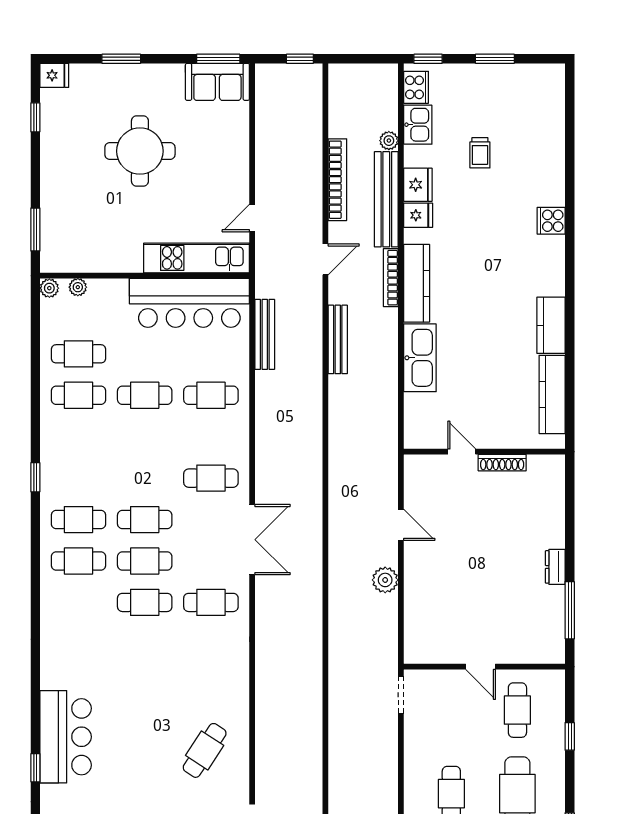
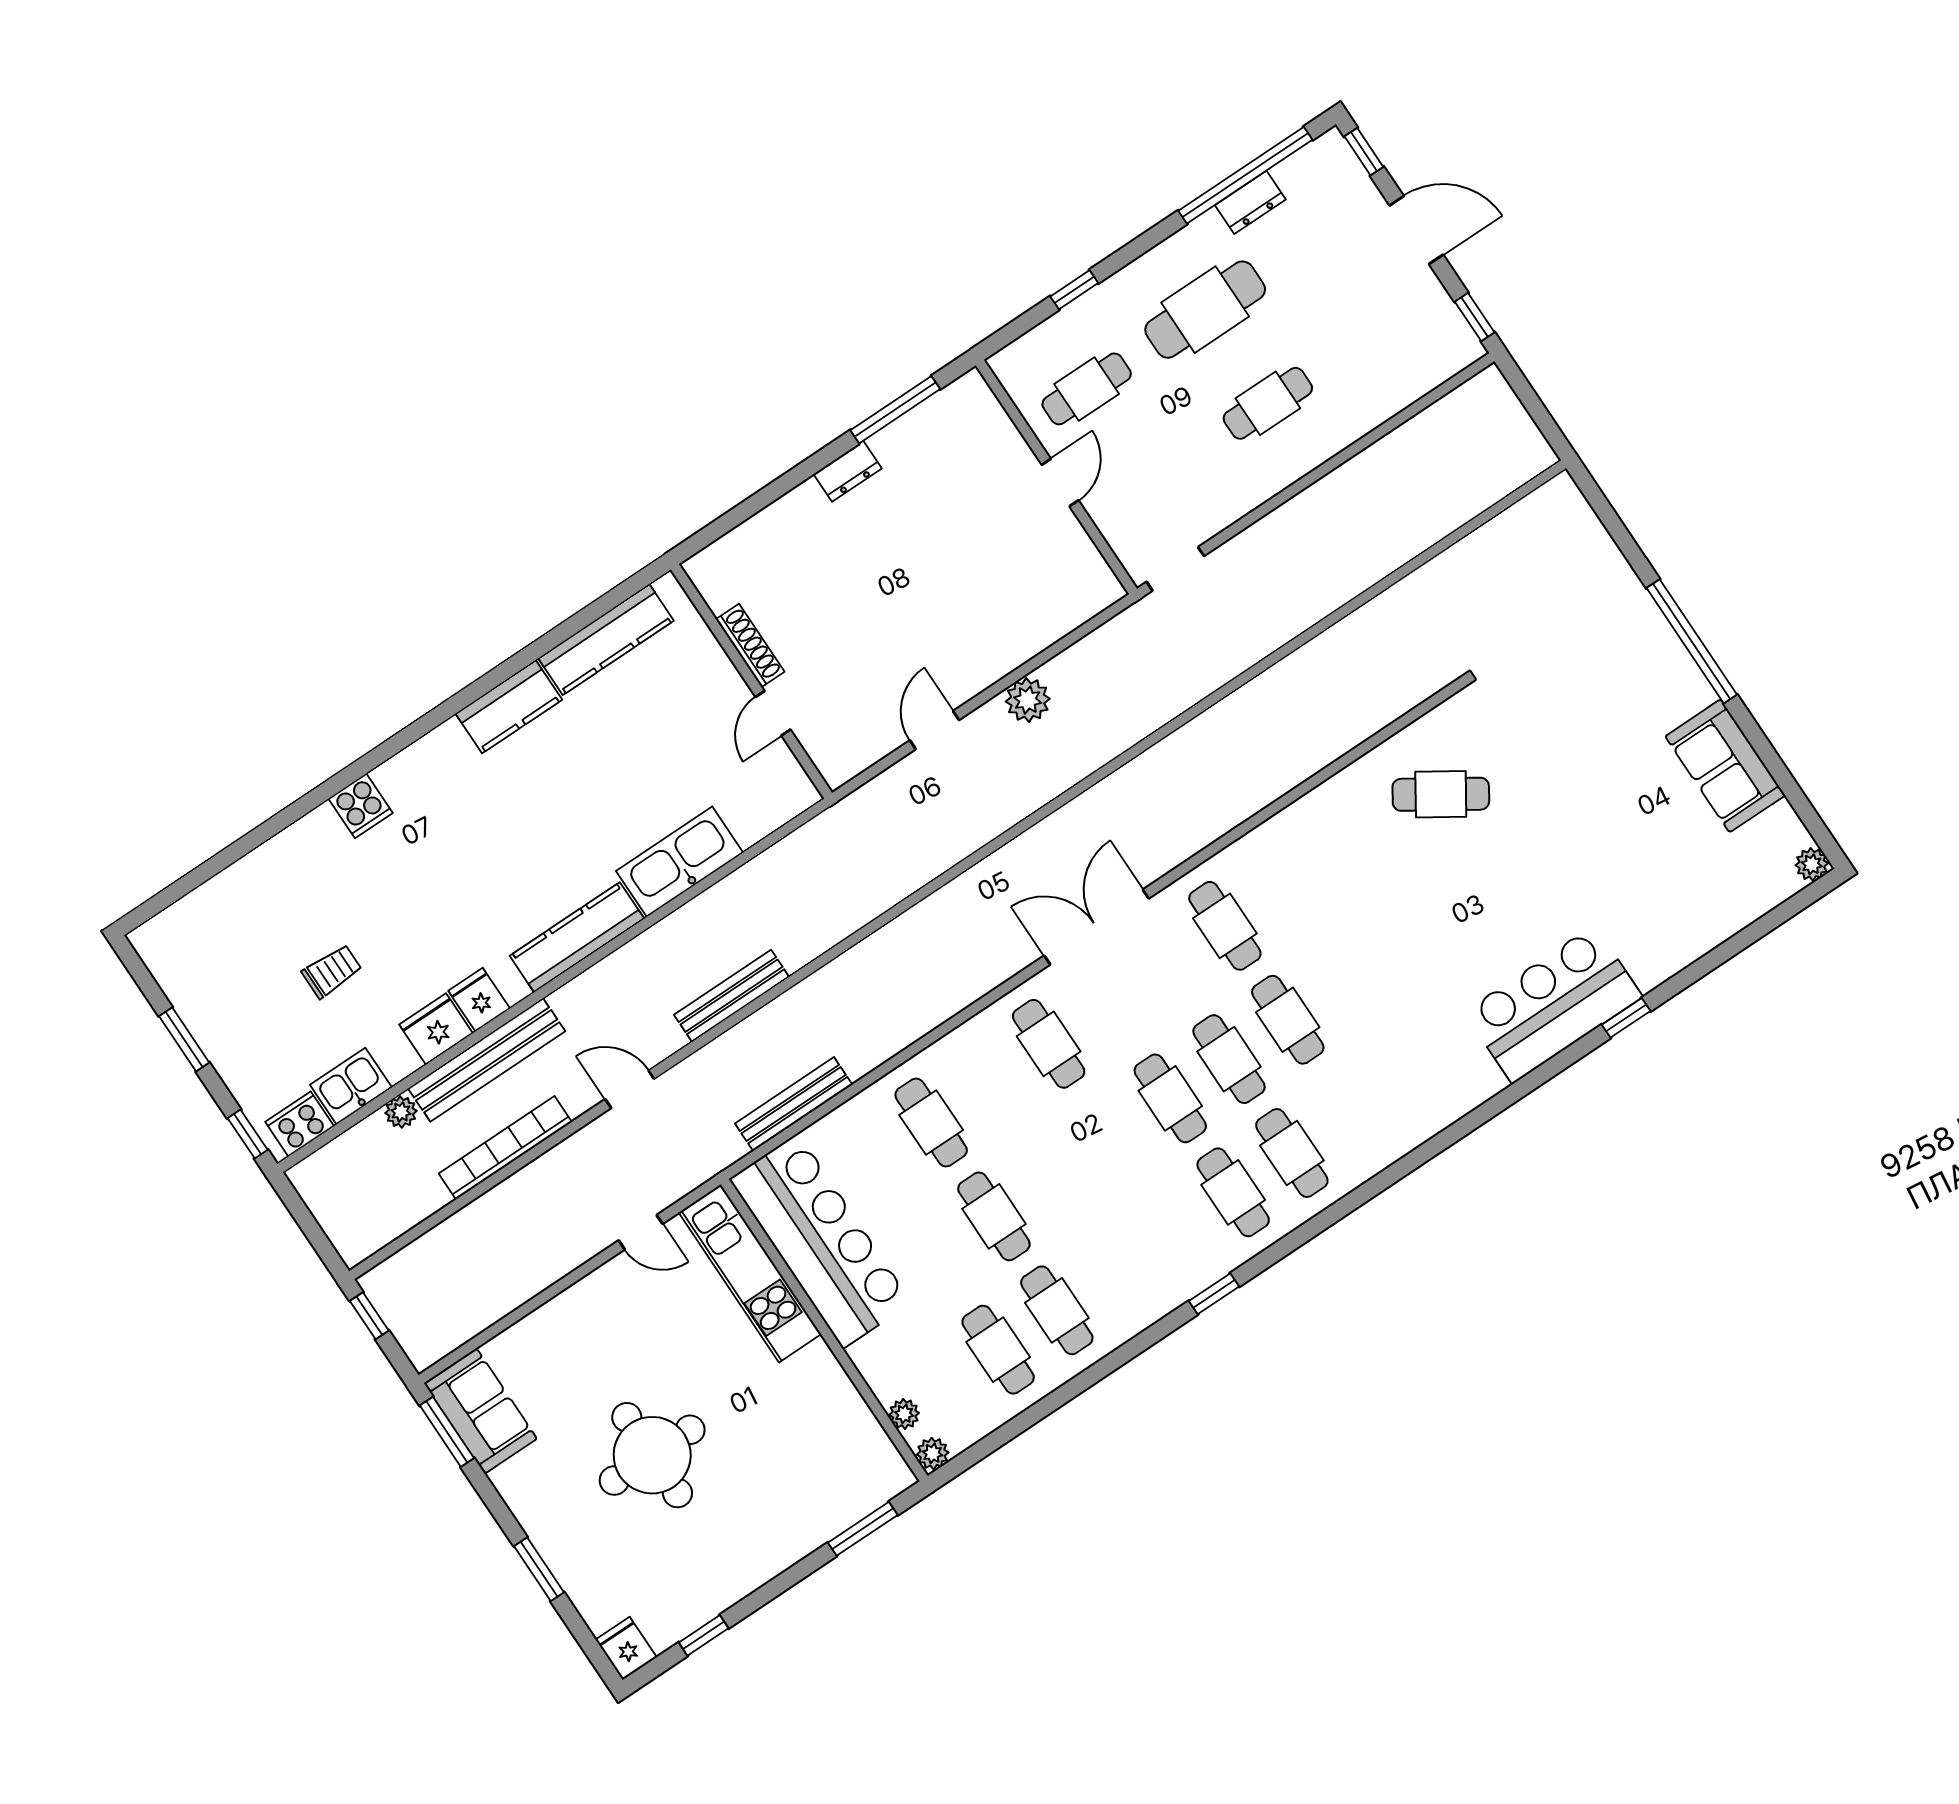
bookcase: (391, 278) -> (594, 979), removed

